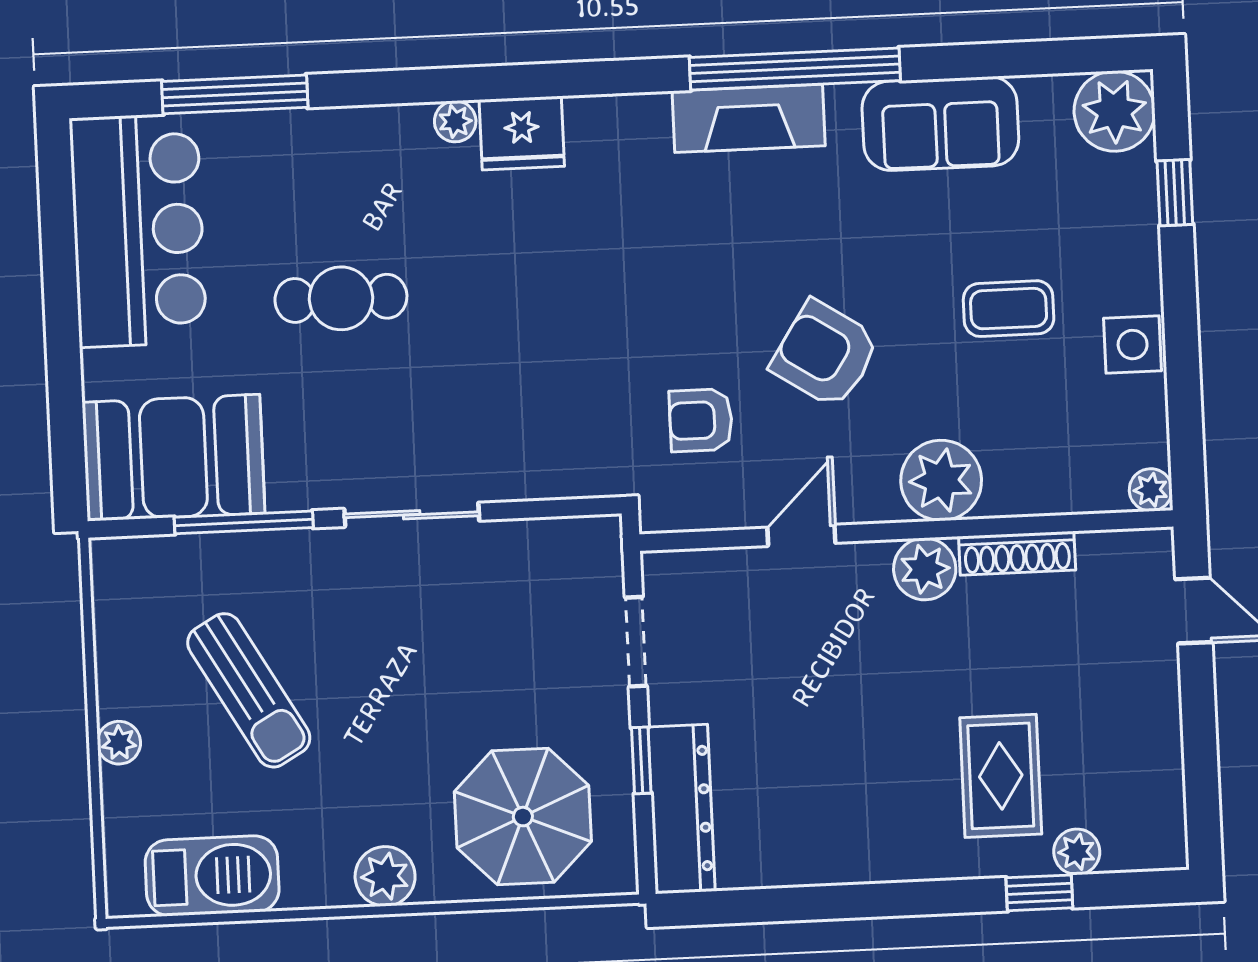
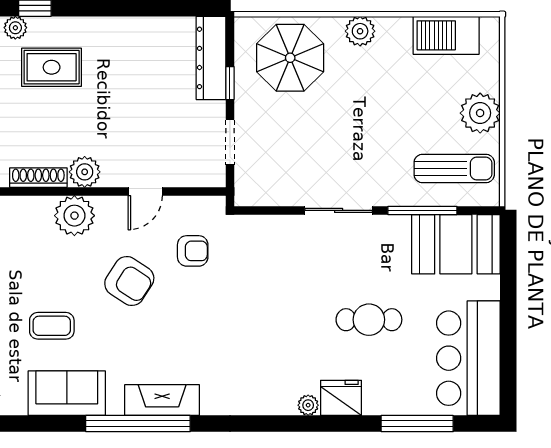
fridge: (522, 133) -> (341, 398), moved
coffee table: (1009, 309) -> (52, 326), moved
sun lounger: (249, 690) -> (454, 168), moved, turned 120
plant: (119, 743) -> (480, 113), width x1.88, depth x1.88
rug: (1001, 776) -> (52, 67), turned 90

